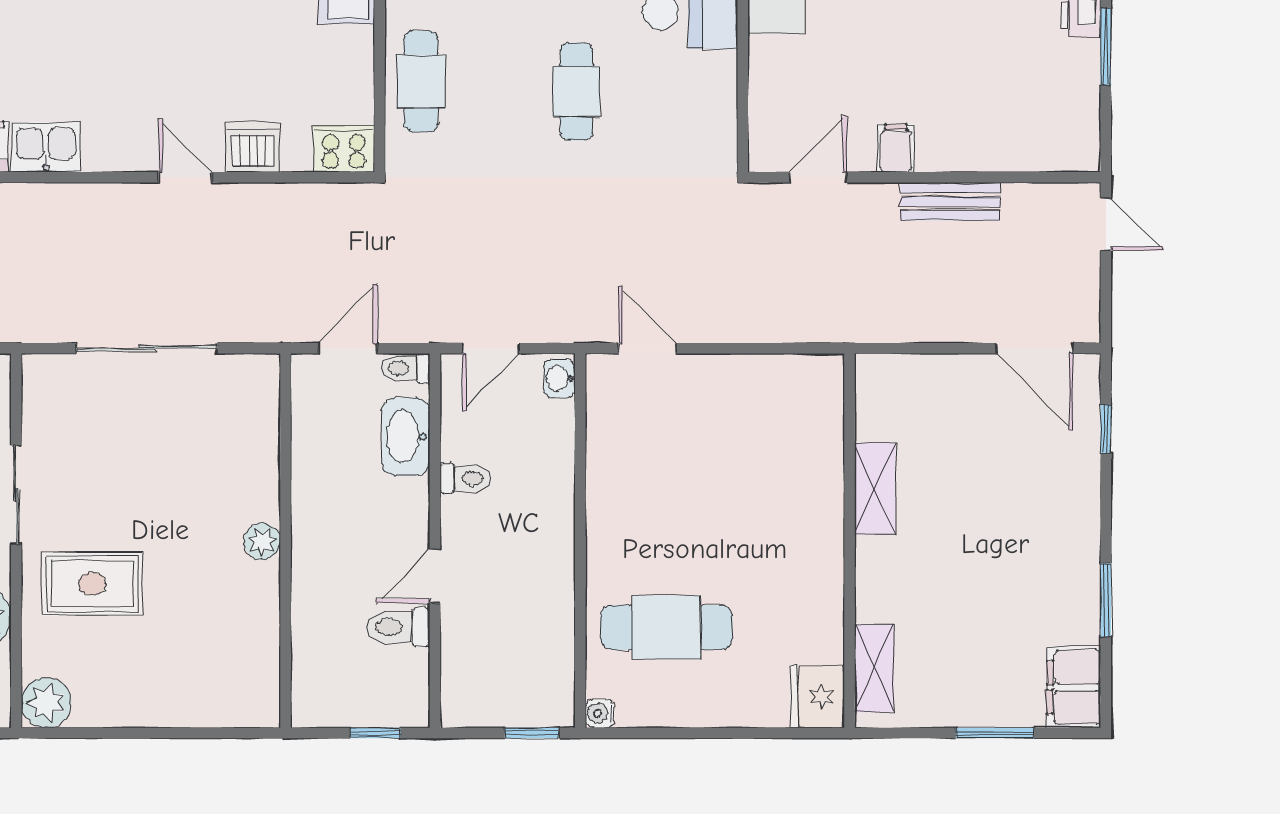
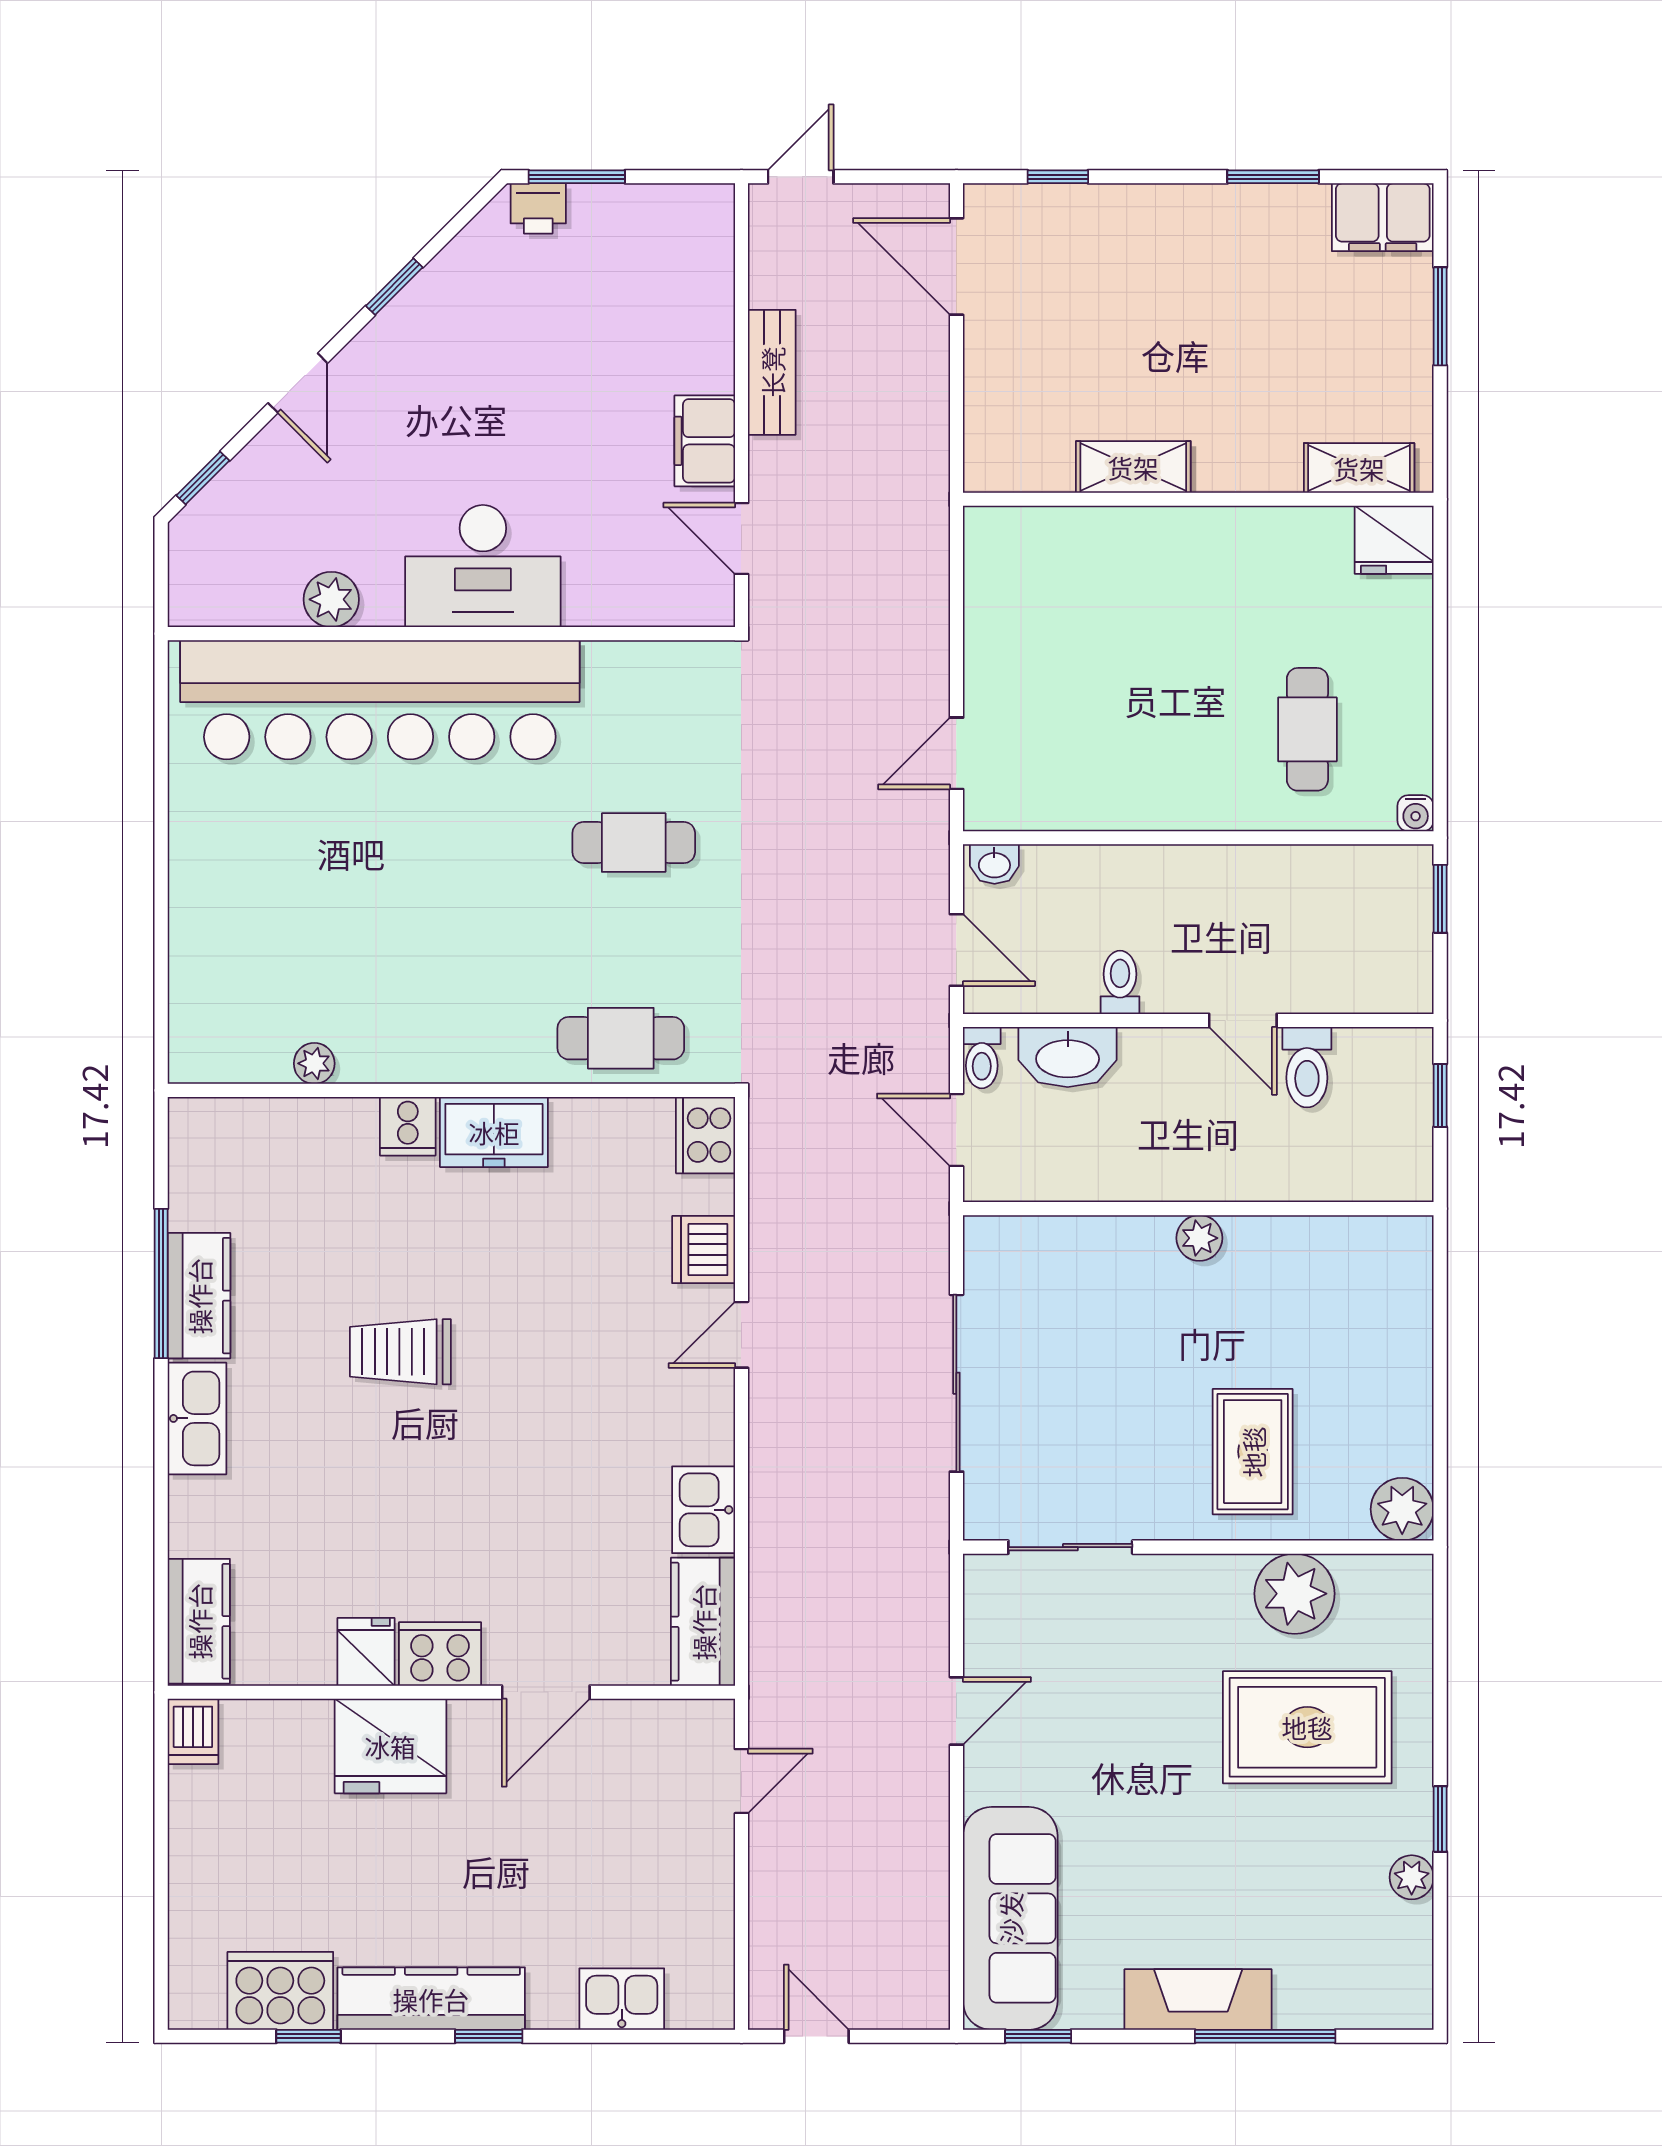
filing cabinet: (896, 148) -> (705, 441), width x2.00
door: (1034, 348) -> (956, 267), swing flipped
sliding door: (16, 495) -> (1070, 1547), moved
cafe table: (667, 627) -> (1307, 729), width x0.73, depth x0.74

